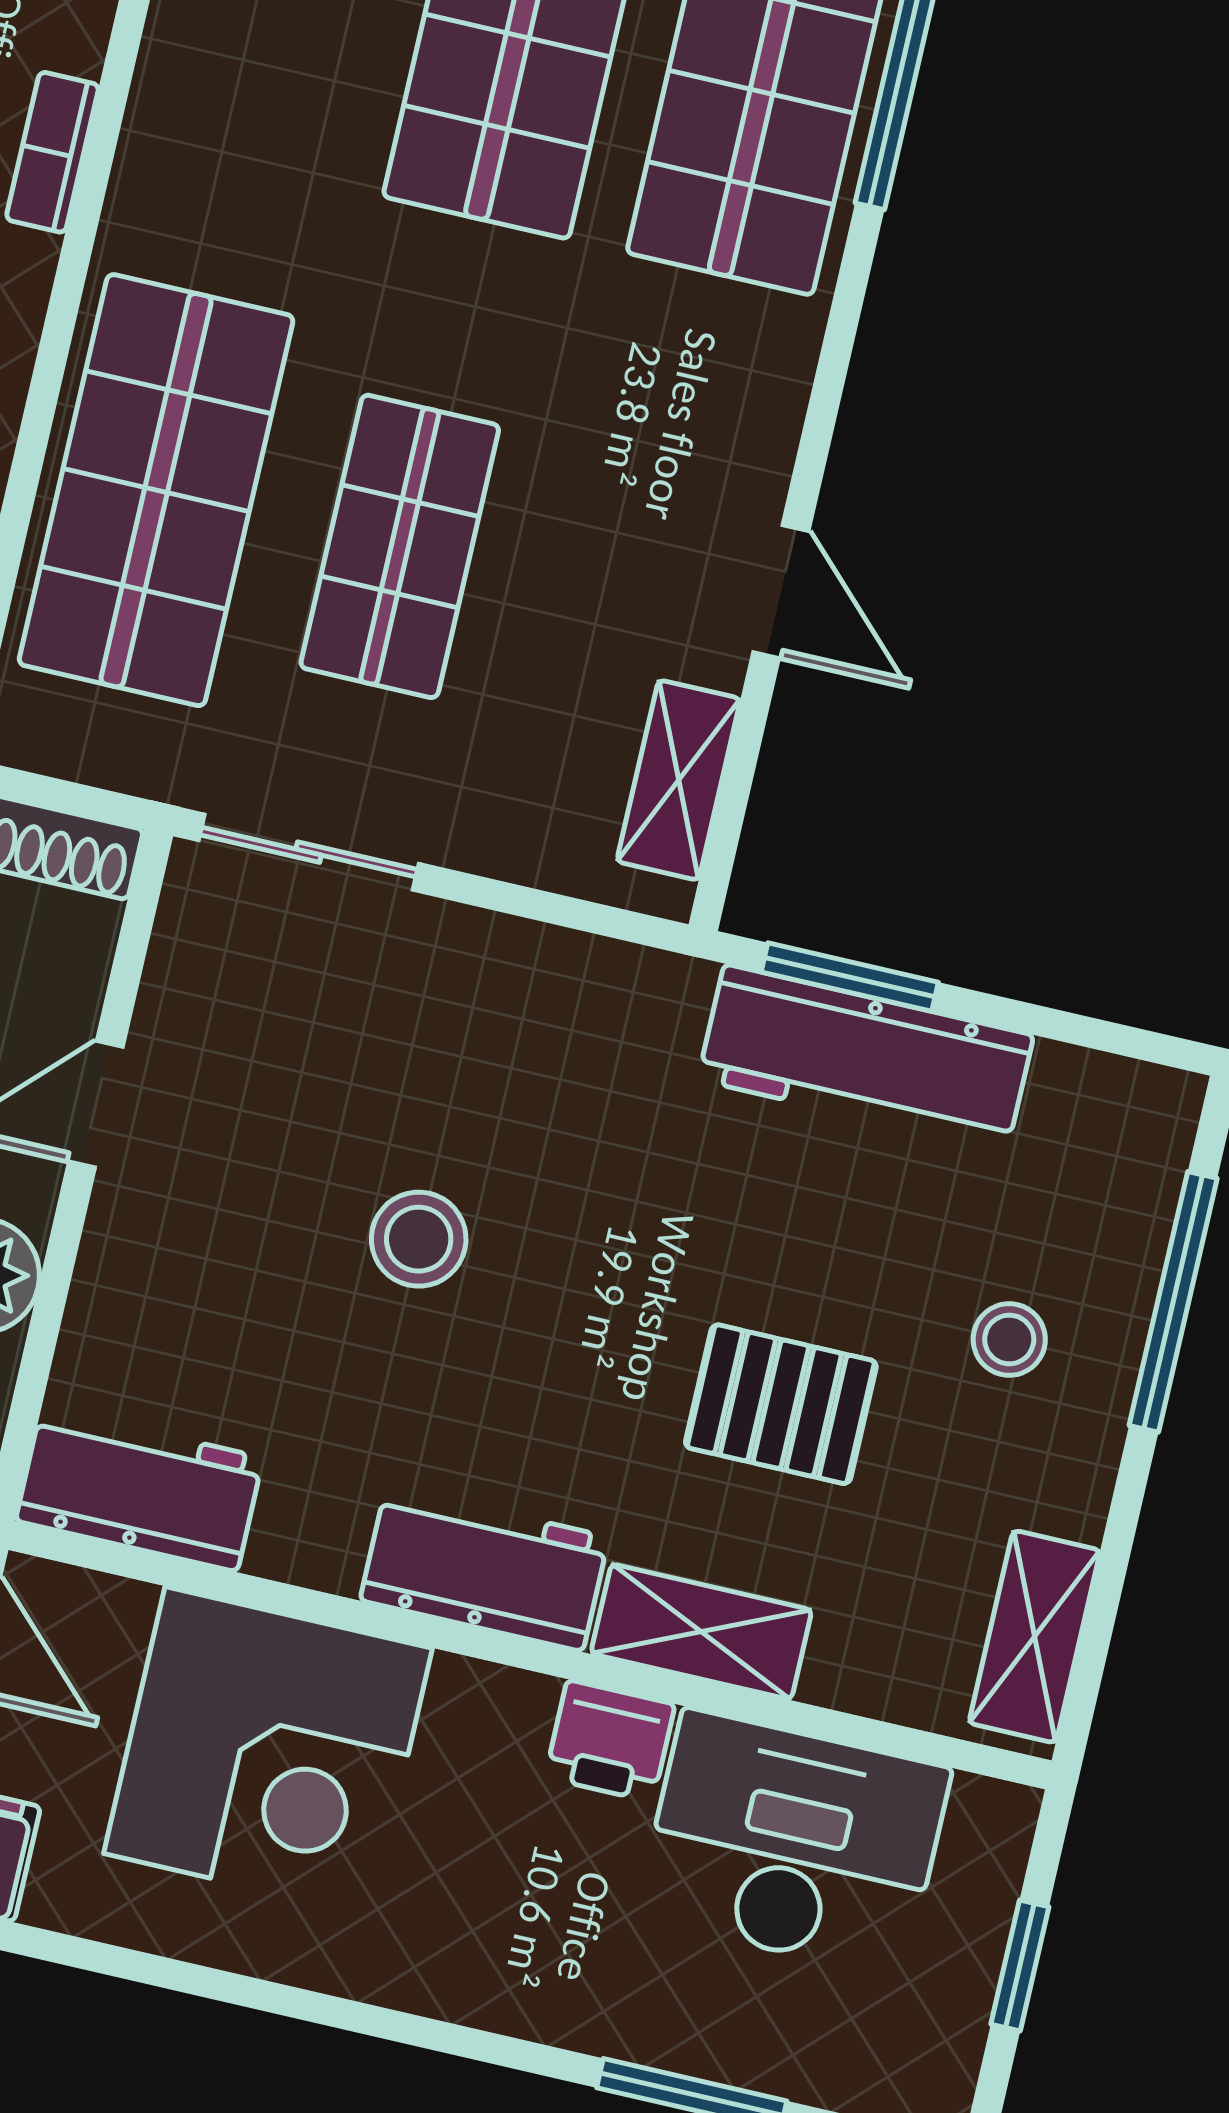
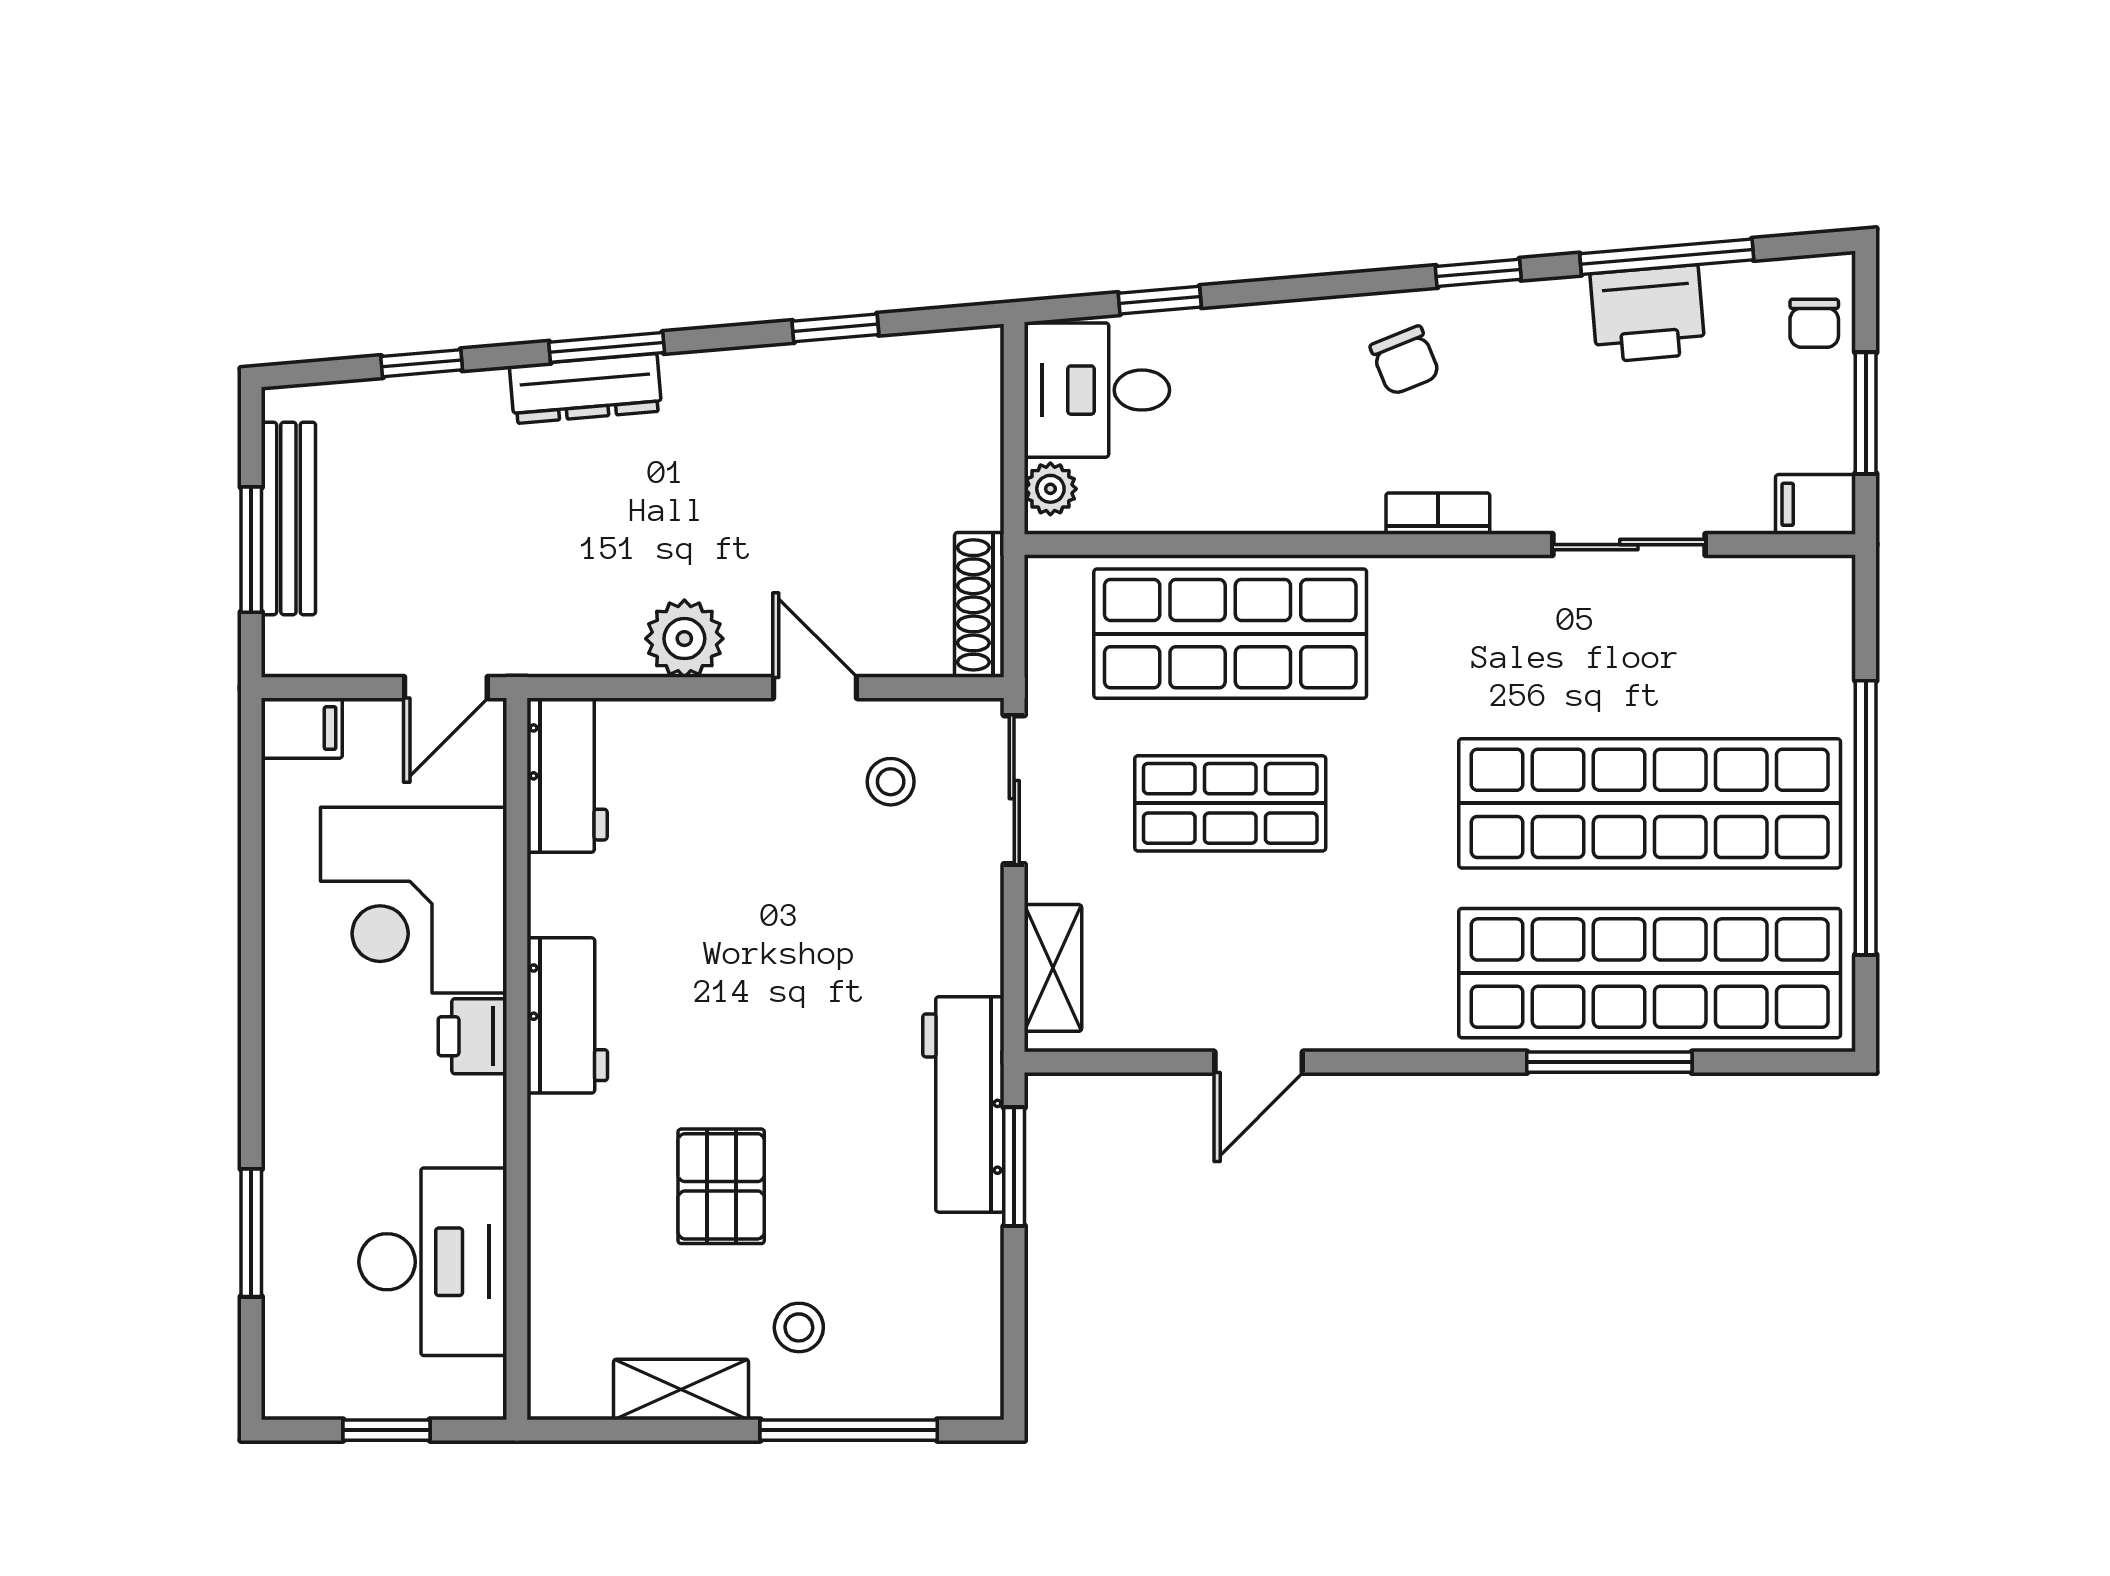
shelving: (679, 780) -> (1053, 968), moved, turned 90
workbench: (866, 1057) -> (963, 1104), moved
stool: (419, 1239) -> (891, 782), moved, width x0.73, depth x0.73
shelving: (701, 1632) -> (559, 1168), removed
shelving: (1035, 1637) -> (681, 1390), moved
printer: (610, 1741) -> (472, 1036), moved

